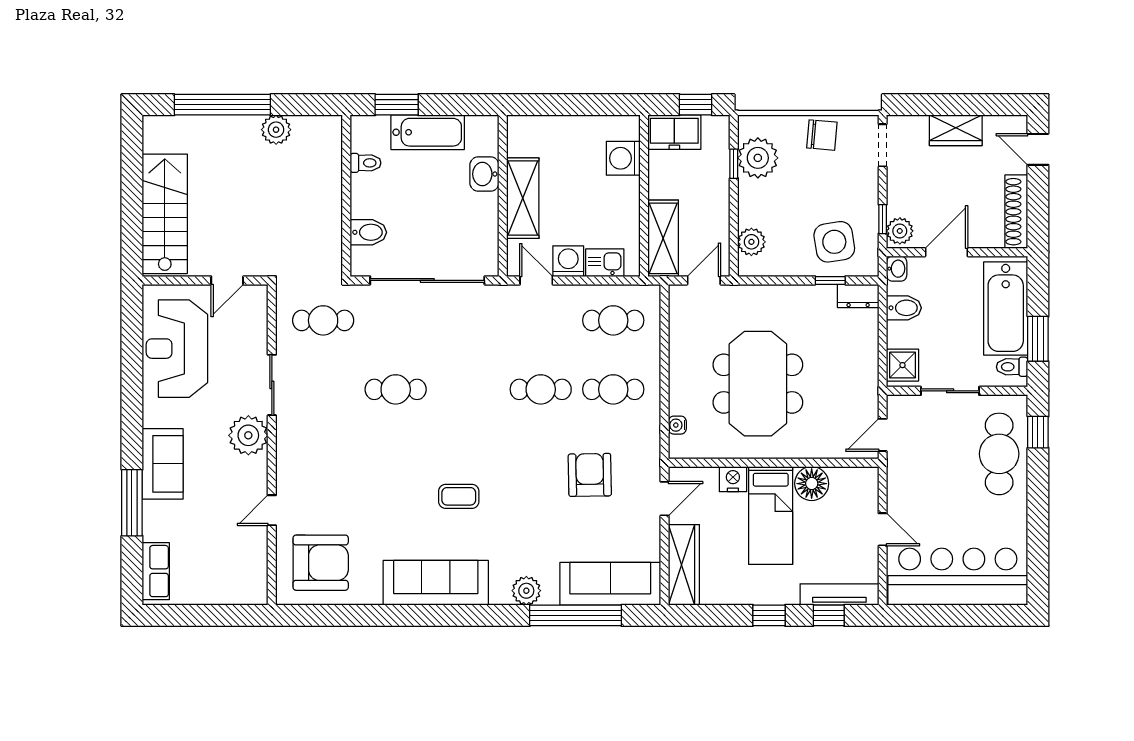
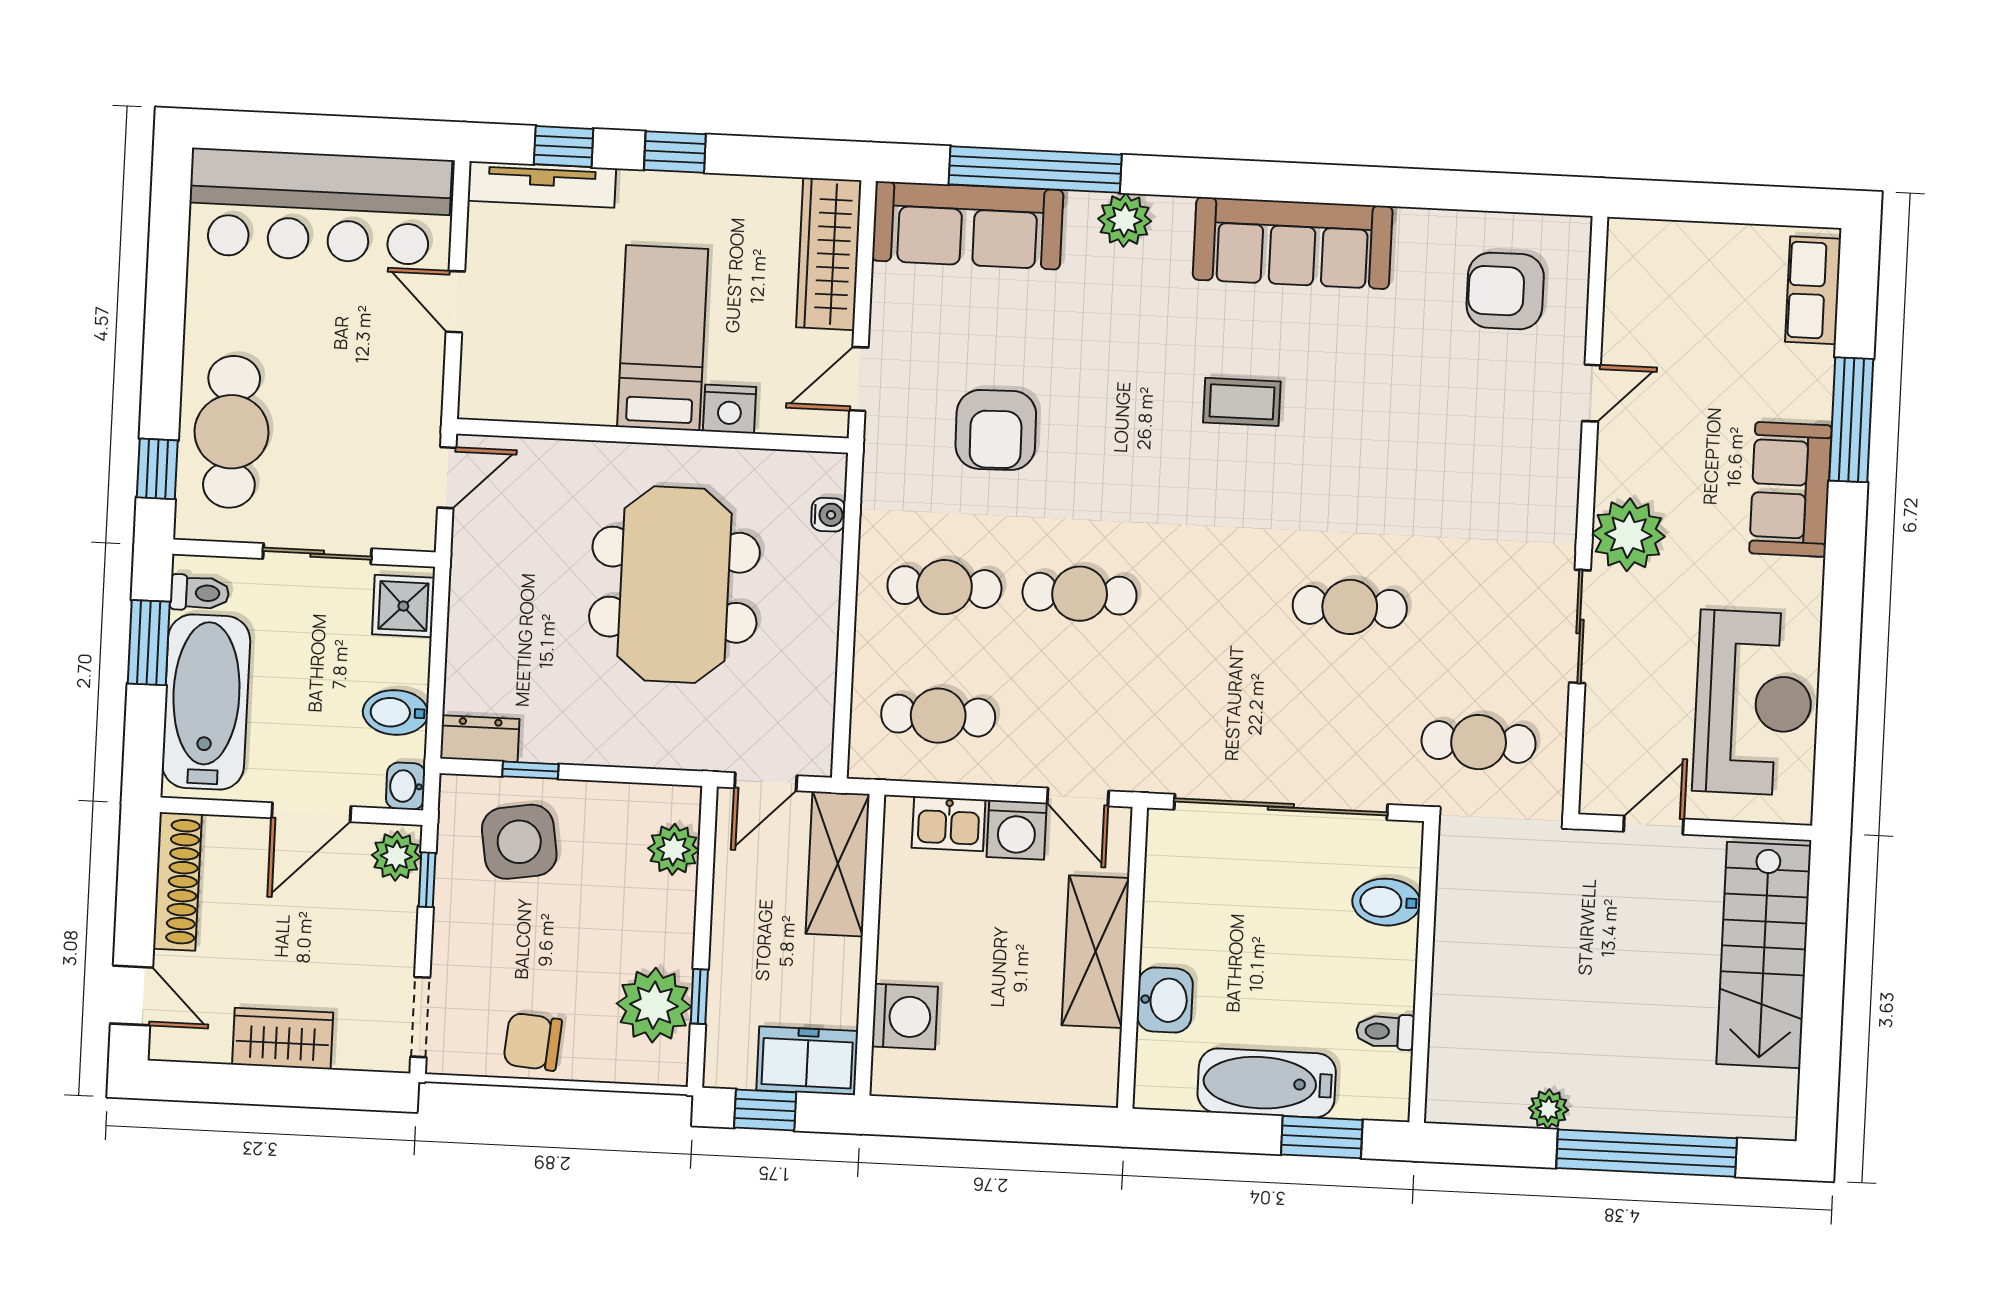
plant: (276, 130) -> (1548, 1109), width x0.73, depth x0.73
floor lamp: (812, 484) -> (583, 394), removed
armchair: (321, 563) -> (1505, 291), width x0.73, depth x0.73

